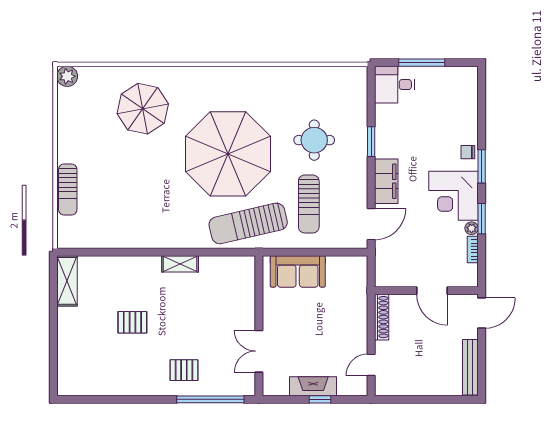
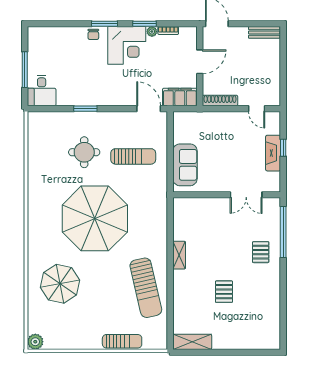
filing cabinet: (386, 181) -> (180, 97), moved
sun lounger: (248, 223) -> (146, 288), moved
bench: (470, 367) -> (264, 32), width x0.73

